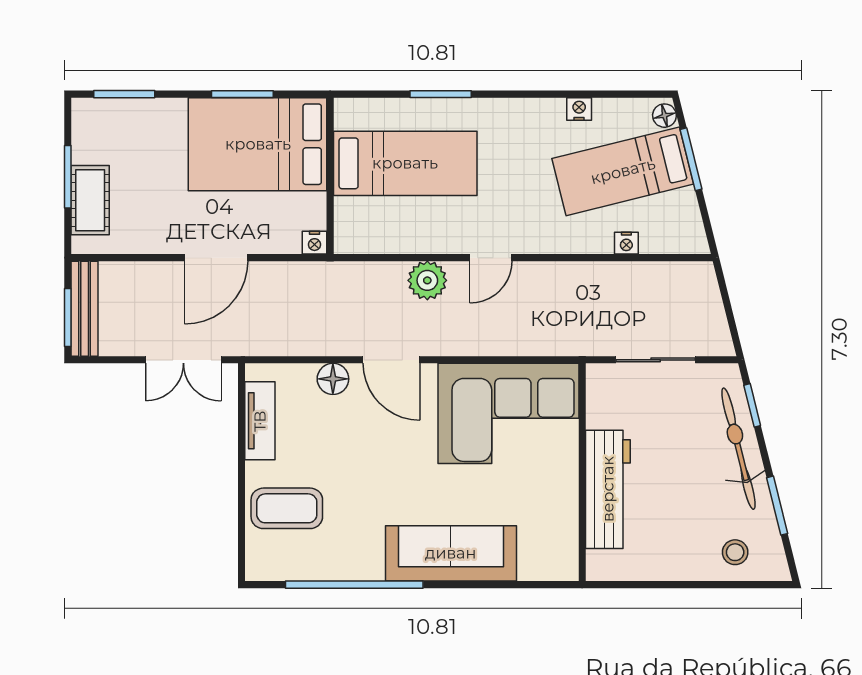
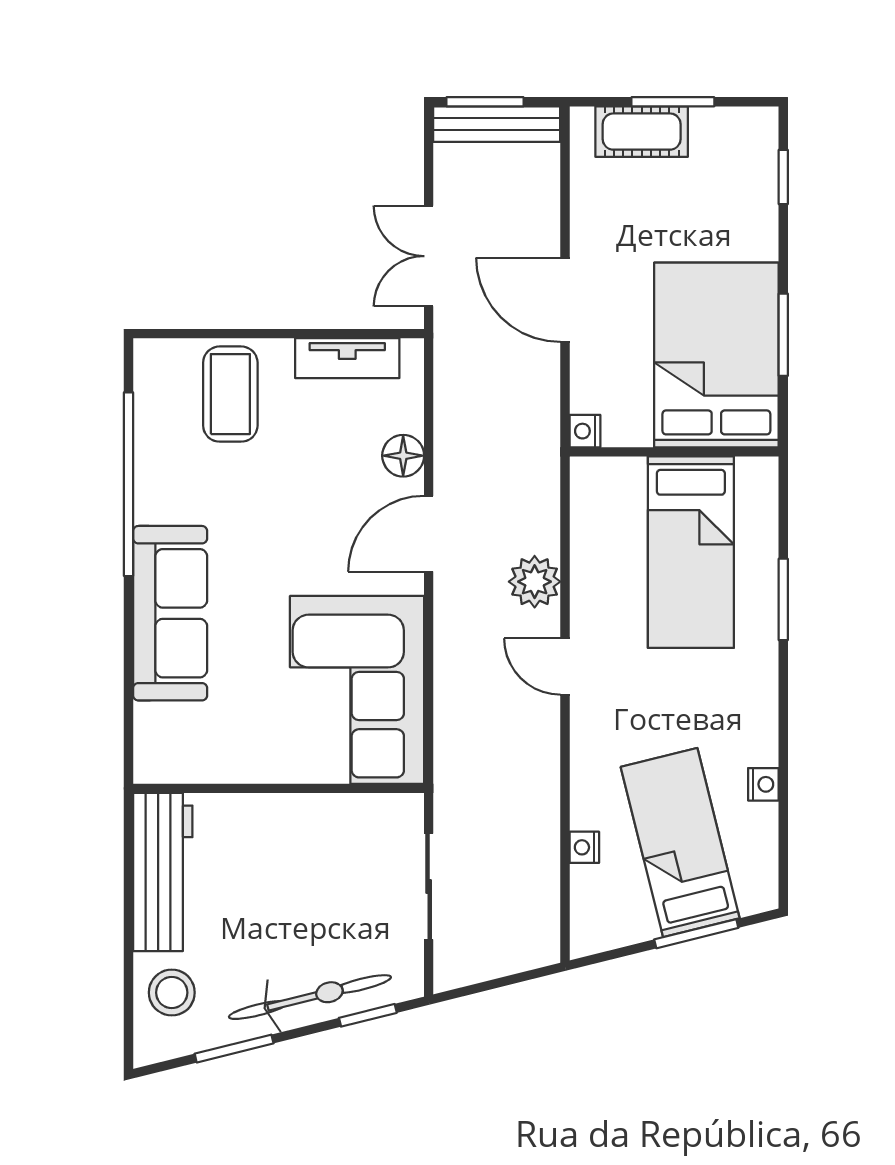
window: (124, 94) -> (783, 177), width x0.67
floor lamp: (664, 116) -> (755, 898), removed
workbench: (608, 489) -> (163, 872), moved, turned -90
stool: (735, 552) -> (172, 993), width x1.37, depth x1.37

